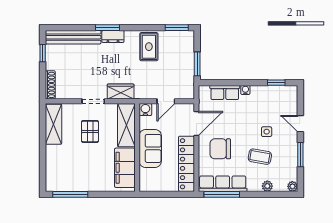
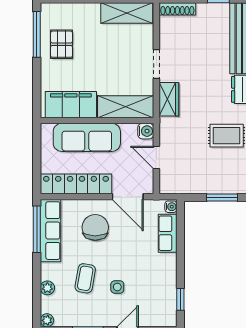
window: (197, 64) -> (222, 198), moved
water cooler: (245, 90) -> (171, 207), moved
pallet: (90, 131) -> (62, 44), moved, turned 90
sofa: (150, 148) -> (87, 137), width x1.36

